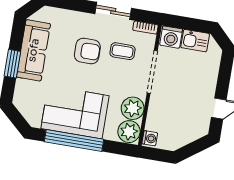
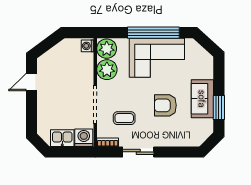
sofa: (33, 50) -> (202, 99), width x0.73
armchair: (87, 51) -> (165, 105), moved
window: (12, 64) -> (219, 107), moved

